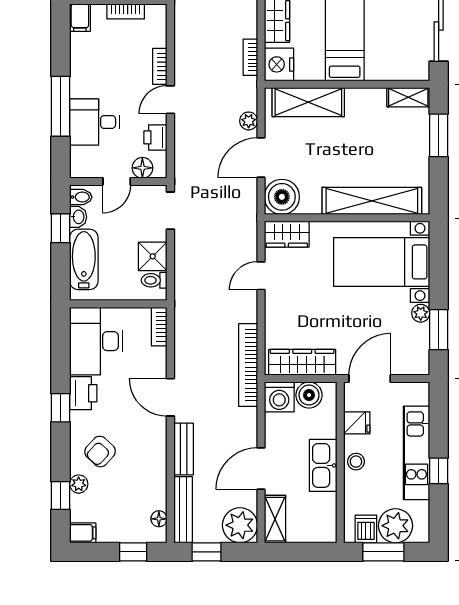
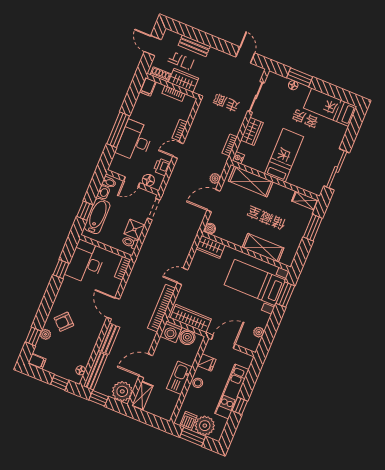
nightstand: (279, 64) -> (238, 158), width x0.53, depth x0.56
desk: (95, 122) -> (135, 141), width x1.37
boiler: (282, 197) -> (210, 229), width x0.54, depth x0.54
shelving: (372, 201) -> (263, 248), width x0.68
window: (61, 228) -> (85, 211), moved
door: (261, 276) -> (182, 276), moved
plant: (421, 313) -> (259, 332), moved
window: (439, 330) -> (285, 295), moved
printer: (83, 393) -> (68, 287), removed
window: (61, 408) -> (61, 269), moved

